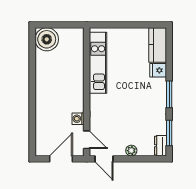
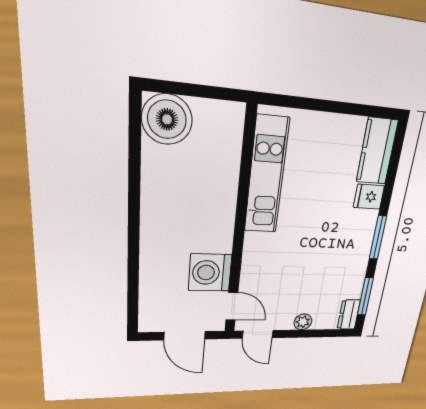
washing machine: (78, 119) -> (210, 273), width x1.89, depth x1.89
door: (61, 159) -> (185, 336), swing flipped

